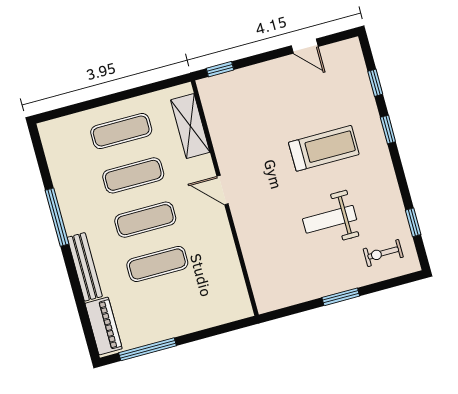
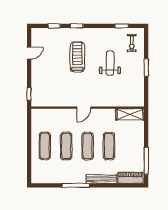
shelving: (190, 126) -> (130, 114), moved
weight bench: (330, 219) -> (110, 63), turned 180

